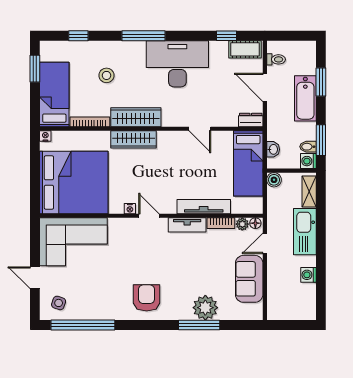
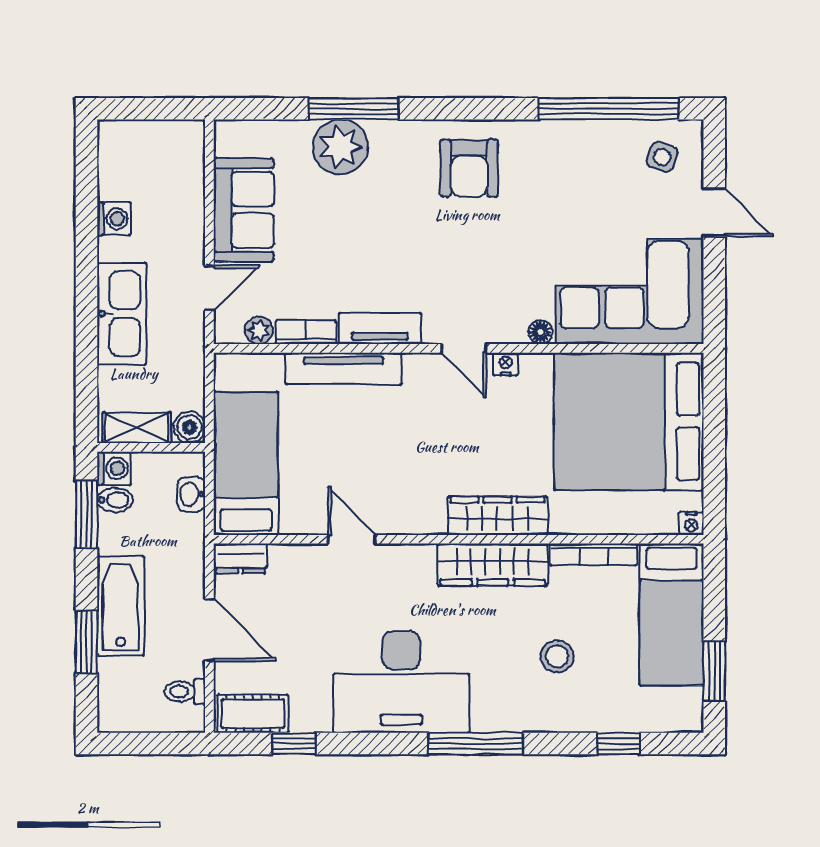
shelving: (309, 191) -> (137, 428), moved, turned 90
floor lamp: (255, 223) -> (541, 332), moved

